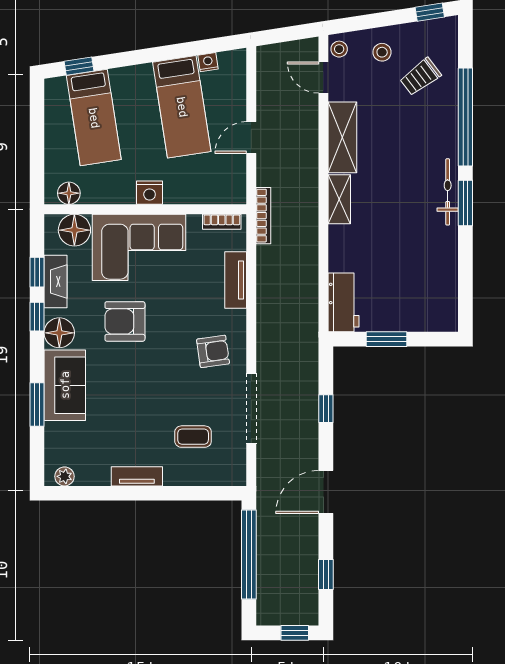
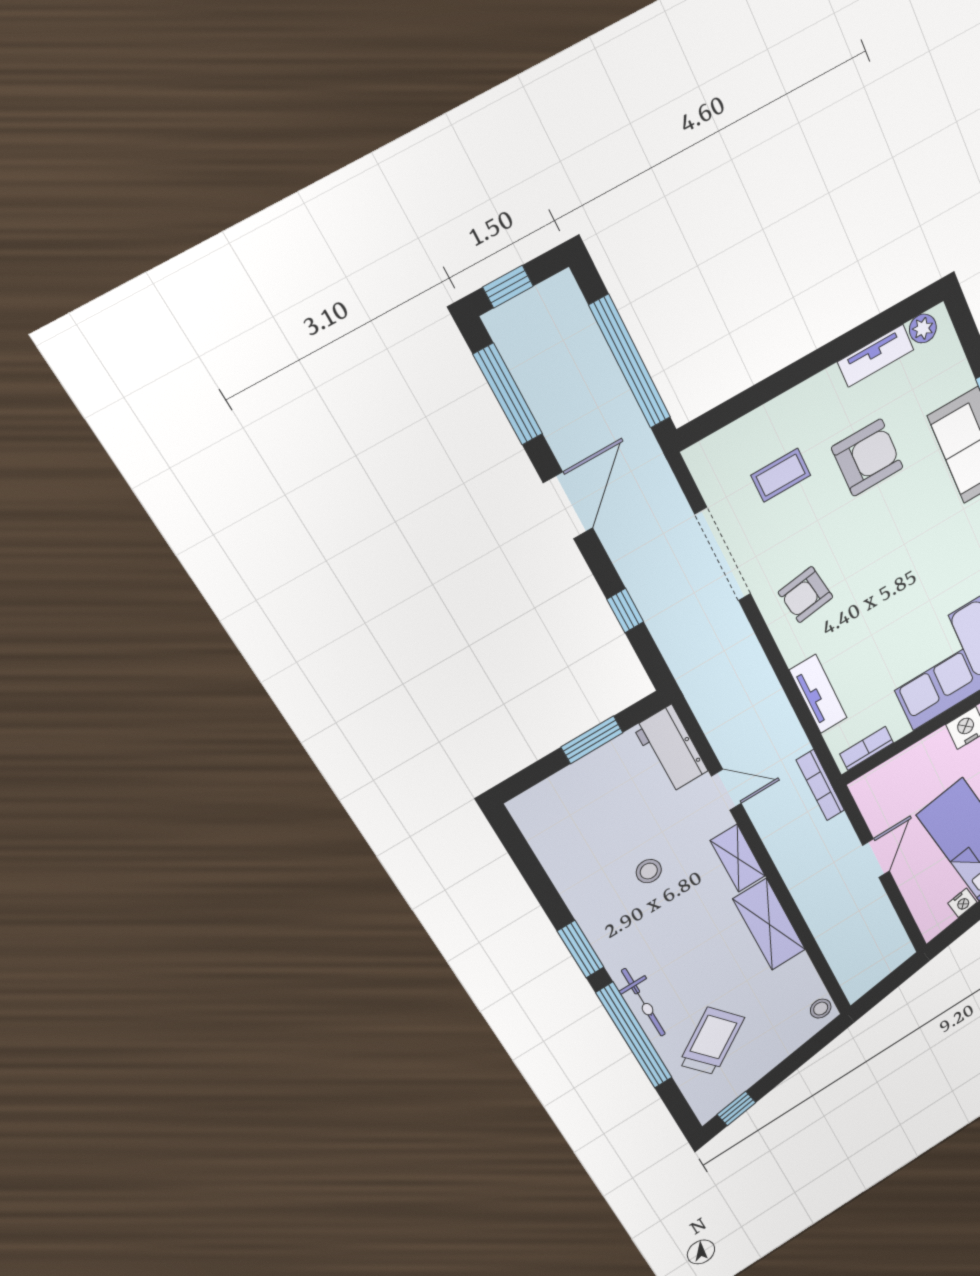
stool: (382, 52) -> (649, 871), moved
trolley: (420, 77) -> (711, 1041), width x1.36, depth x1.39
door: (323, 78) -> (726, 790), moved
bicycle: (448, 192) -> (644, 1003), moved
armchair: (125, 321) -> (867, 458), moved
tv unit: (137, 476) -> (876, 356), moved
window: (326, 574) -> (508, 394), width x2.17

